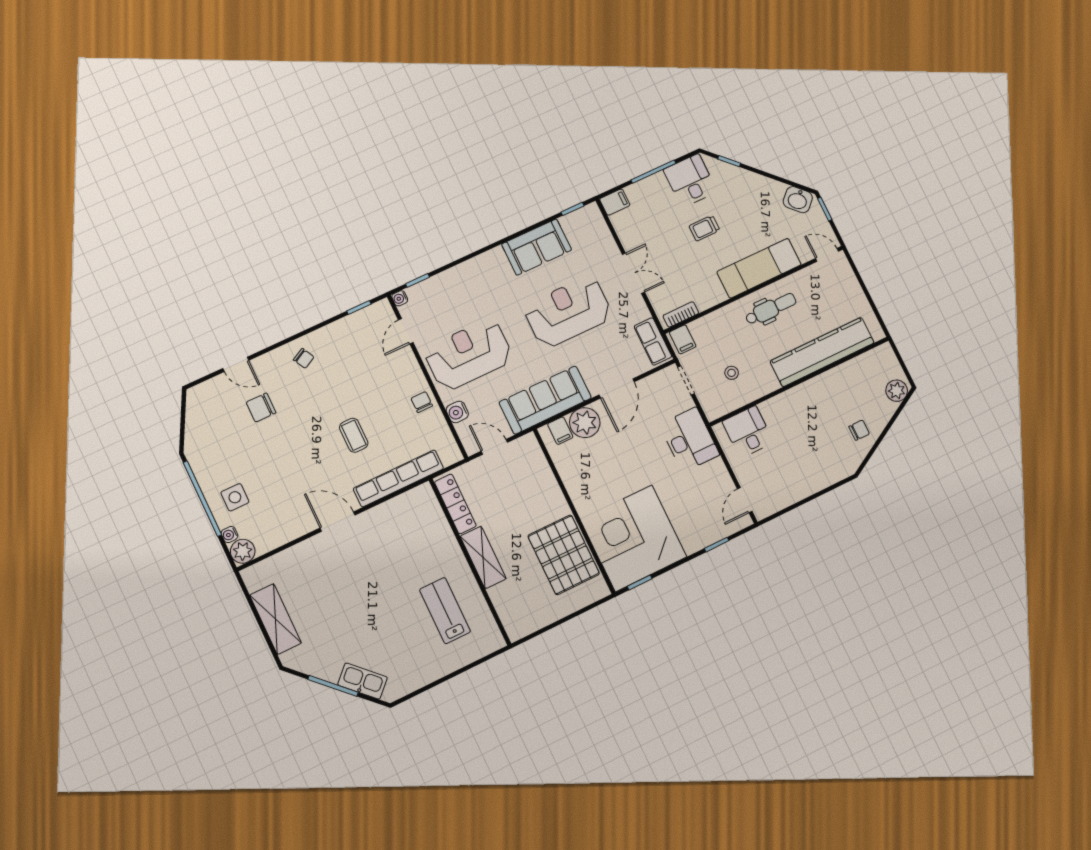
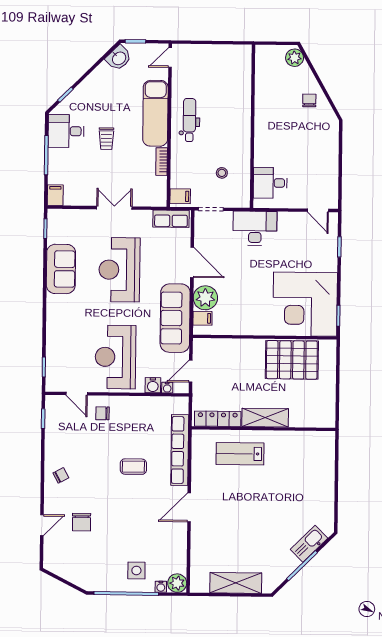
water cooler: (400, 298) -> (167, 388), moved
bookcase: (681, 314) -> (162, 162), moved
kitchen counter: (822, 352) -> (239, 98), removed
chair: (422, 402) -> (102, 413), moved
lab bench: (445, 611) -> (240, 454), moved

